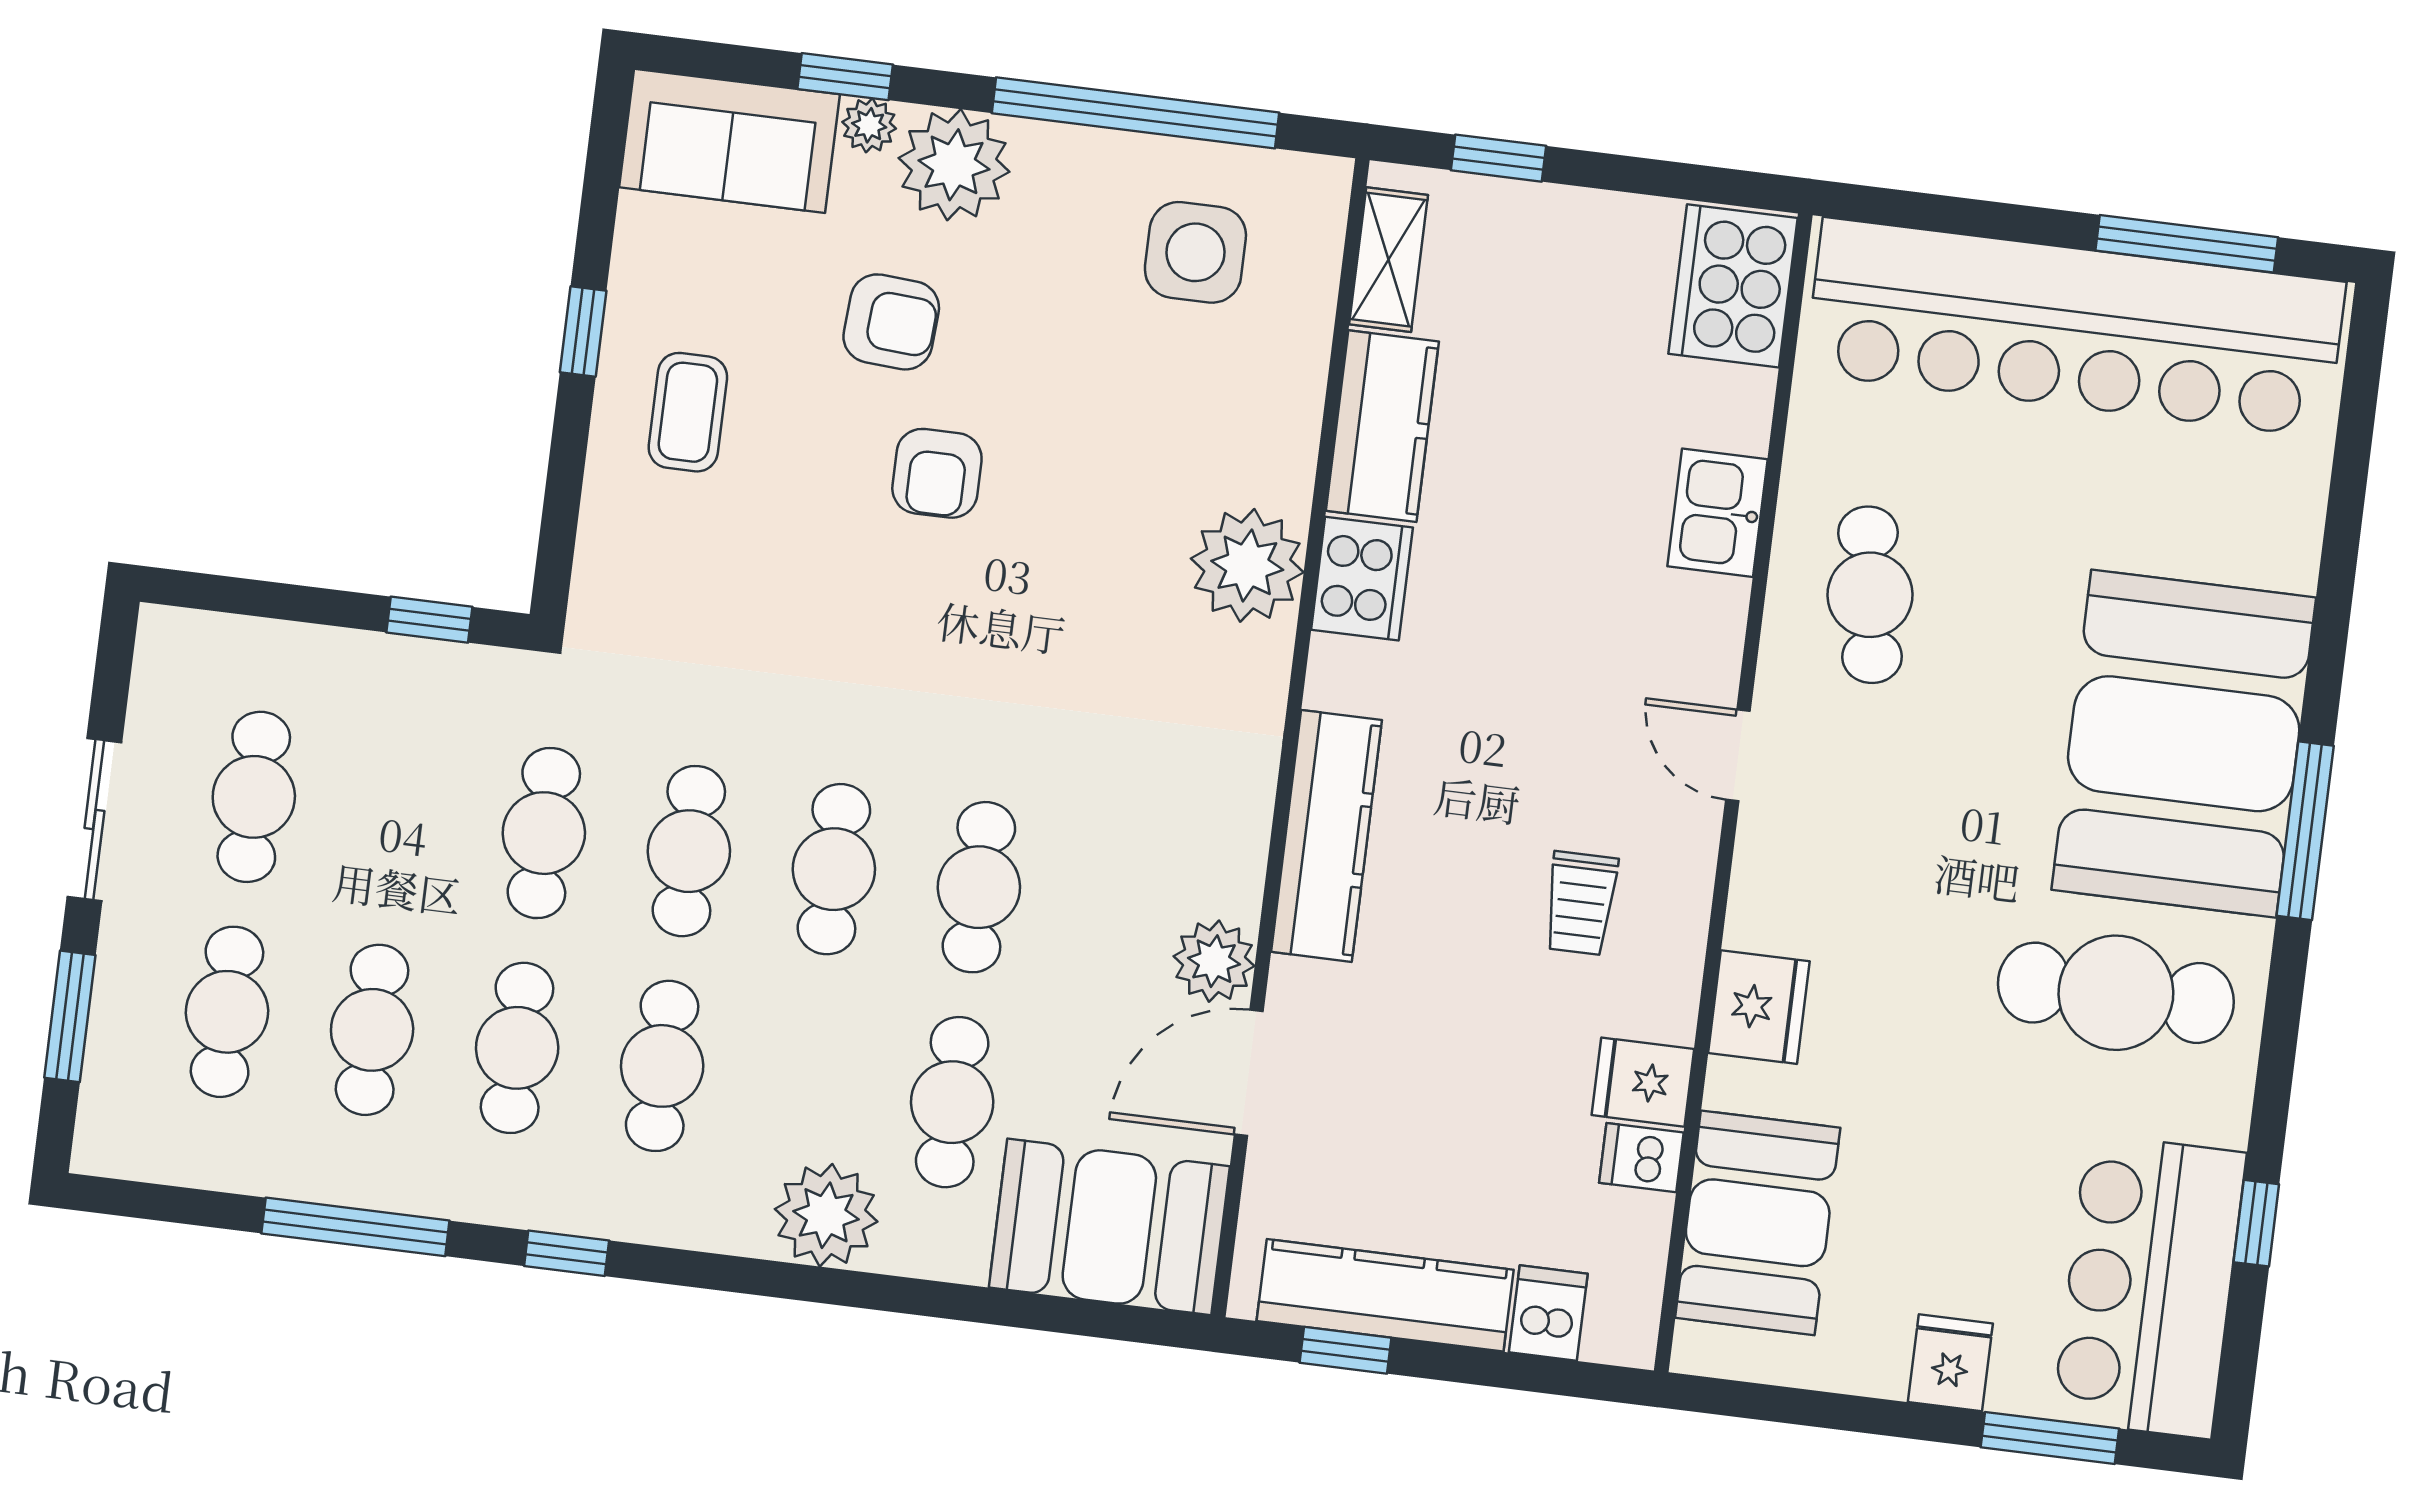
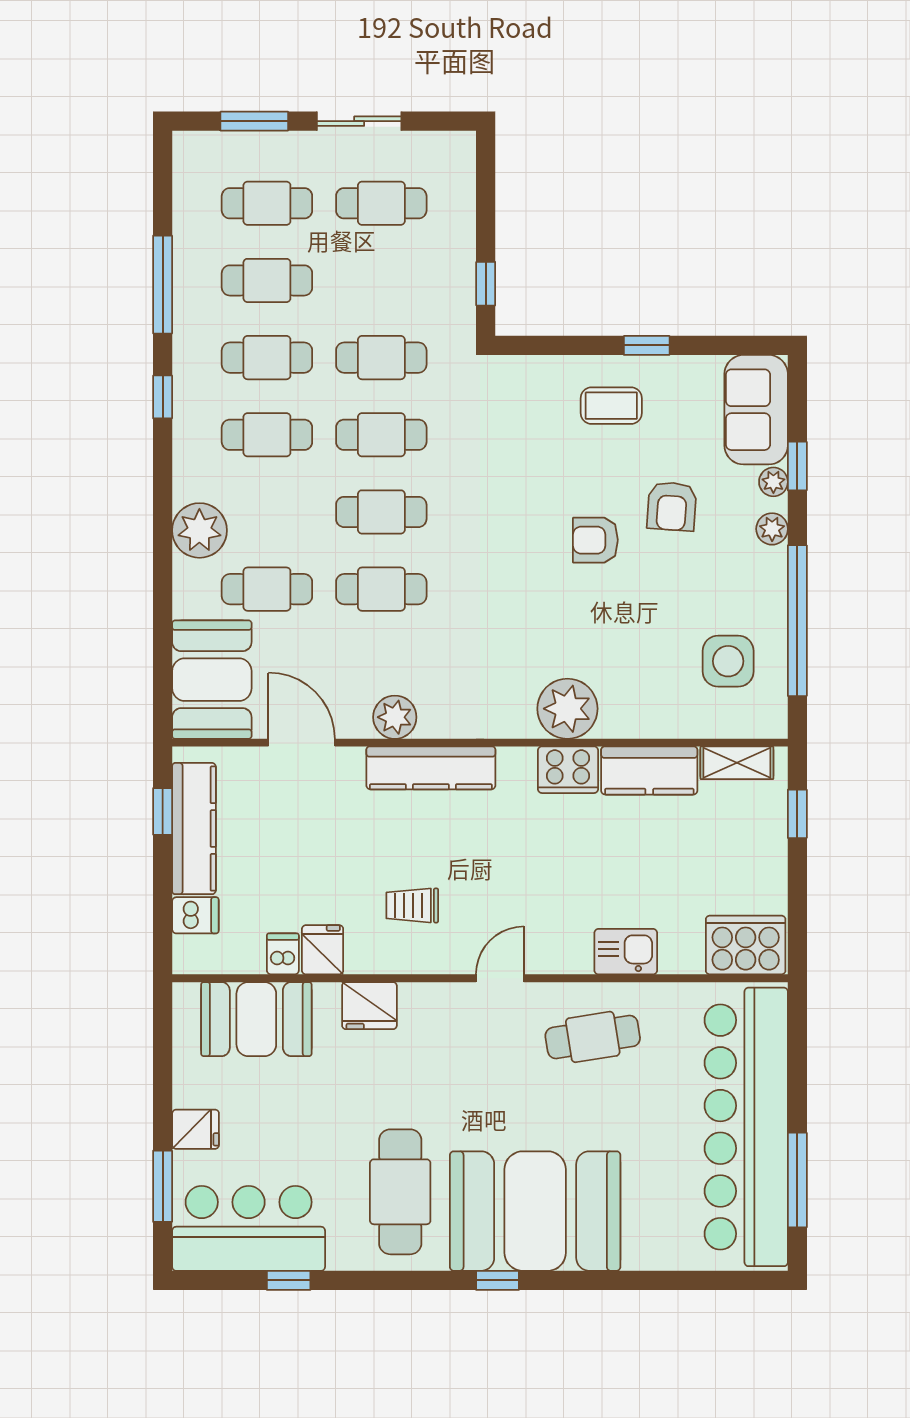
plant: (954, 165) -> (772, 529), width x0.53, depth x0.53
window: (2305, 831) -> (497, 1280), width x0.46
plant: (1214, 961) -> (395, 717), moved

